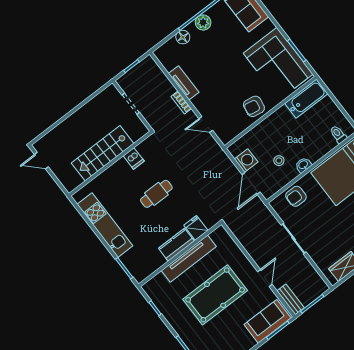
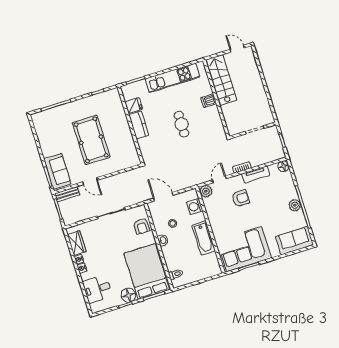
floor lamp: (183, 37) -> (283, 166), moved
bathtub: (306, 99) -> (204, 238), moved
armchair: (254, 106) -> (241, 198), moved, turned 80
plant: (226, 135) -> (206, 191), added
stairs: (103, 153) -> (221, 80), moved
dishwasher: (134, 158) -> (209, 101), moved
door: (41, 161) -> (237, 49), hinge flipped
washing machine: (246, 161) -> (195, 206), moved, turned 90
armchair: (296, 196) -> (142, 226), turned 180
fridge: (196, 228) -> (134, 105), moved
tv unit: (189, 259) -> (125, 130), removed

